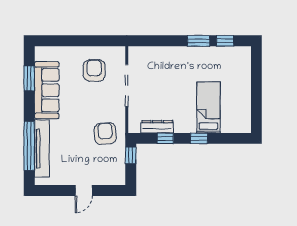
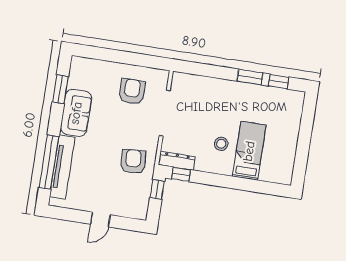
sofa: (47, 90) -> (76, 113), width x0.73
stool: (182, 105) -> (221, 144), added
dresser: (157, 127) -> (177, 161), moved
window: (165, 138) -> (181, 174), moved
window: (199, 138) -> (234, 183), removed

